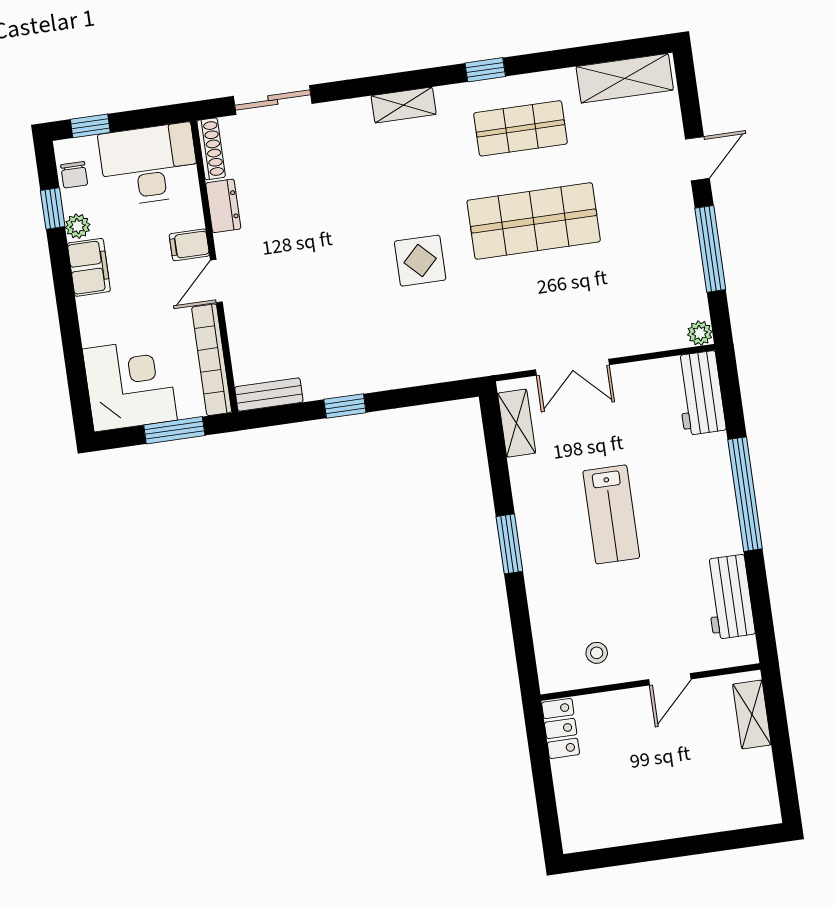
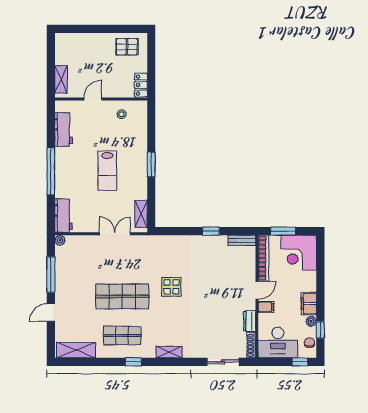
lab bench: (611, 514) -> (107, 171), turned 180
pallet: (607, 815) -> (127, 47), added

